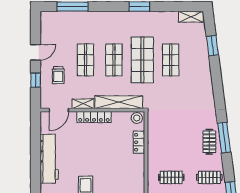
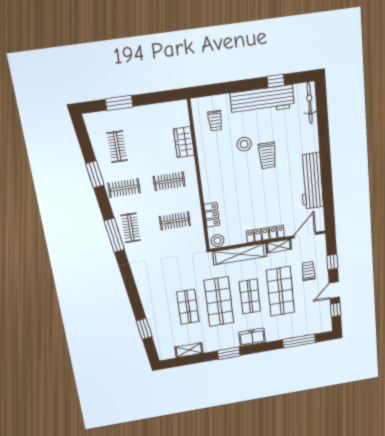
shelving: (191, 17) -> (189, 350), moved
freezer: (116, 19) -> (252, 337), added
window: (36, 32) -> (336, 310), added
shop shelf: (85, 60) -> (280, 291), width x1.43, depth x1.36
clothes rail: (171, 142) -> (175, 221), added

